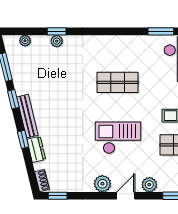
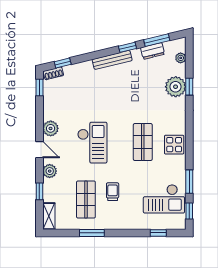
plant: (57, 41) -> (176, 87), width x1.88, depth x1.88
display table: (120, 48) -> (174, 145), added
window: (23, 139) -> (63, 63), moved
dresser: (36, 149) -> (153, 51), moved

